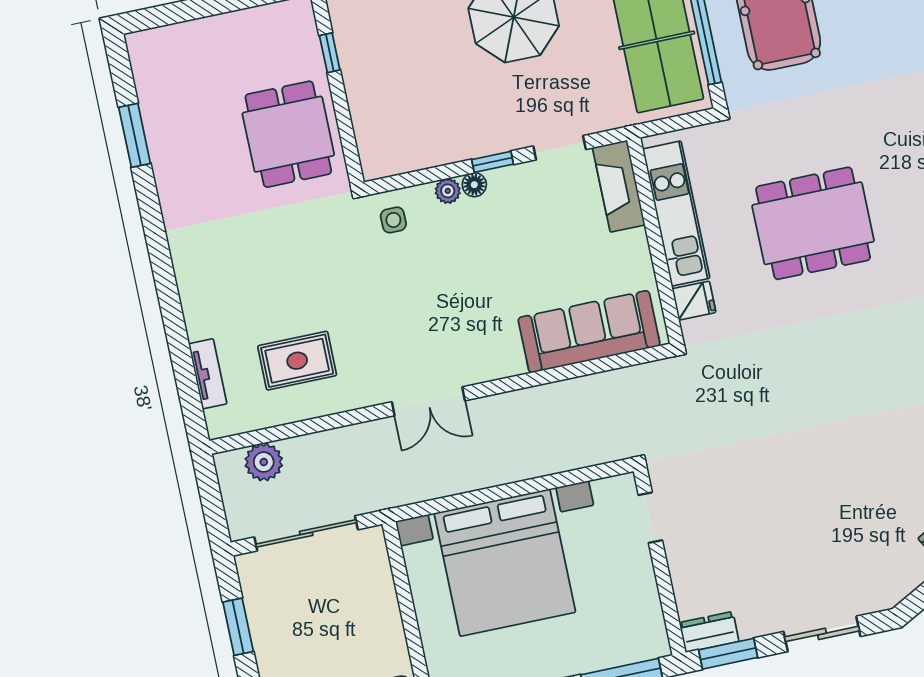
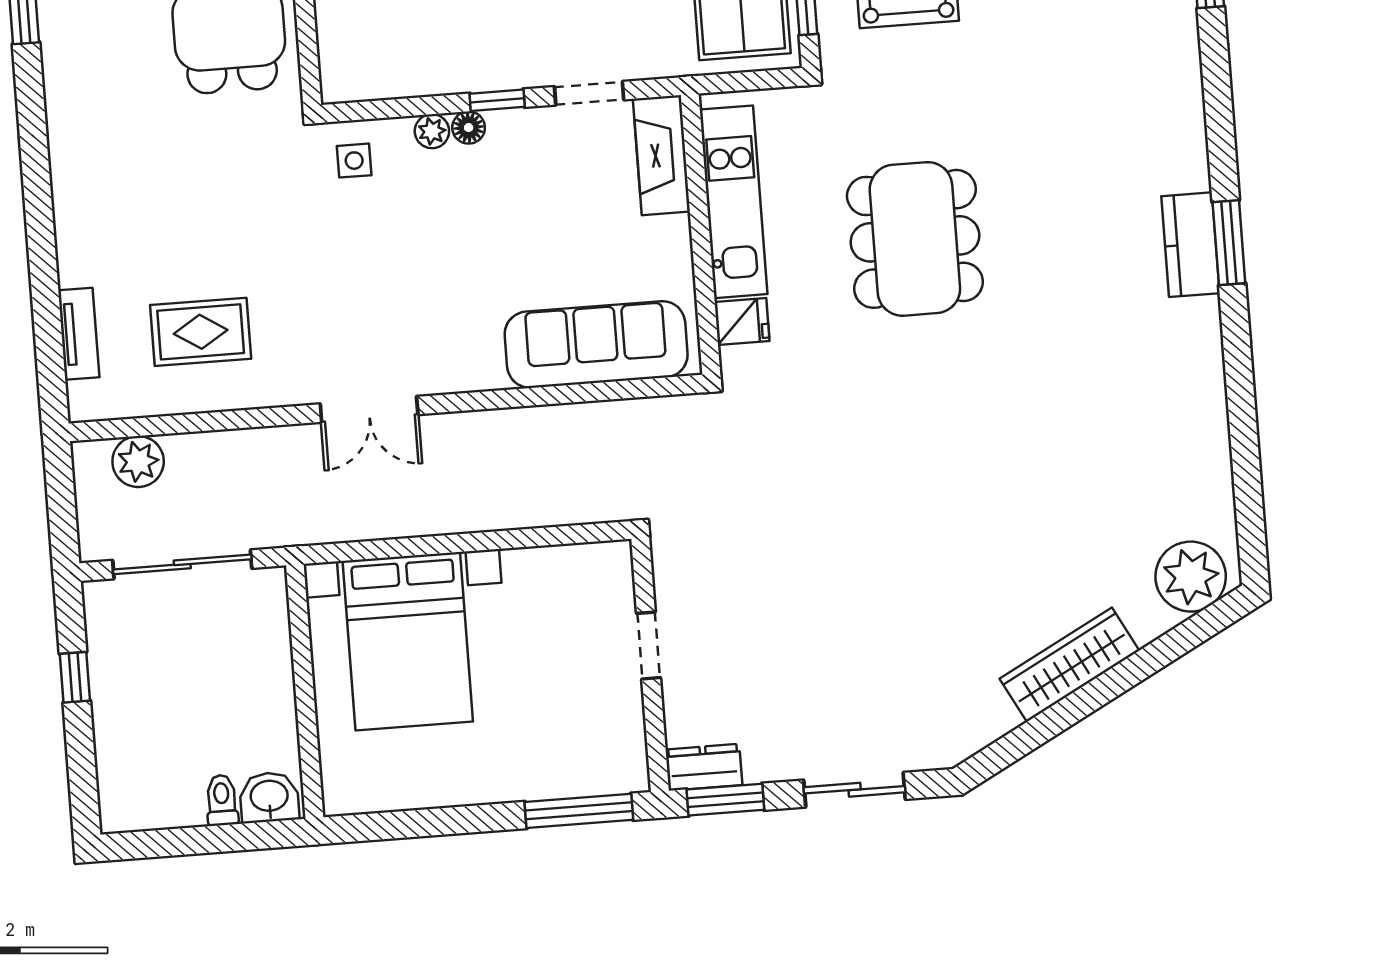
dining table: (813, 223) -> (915, 239), turned 90
doorway: (650, 518) -> (649, 646), moved
bed with nightstands: (505, 563) -> (408, 641), width x0.73
window: (238, 627) -> (75, 677), width x0.67

